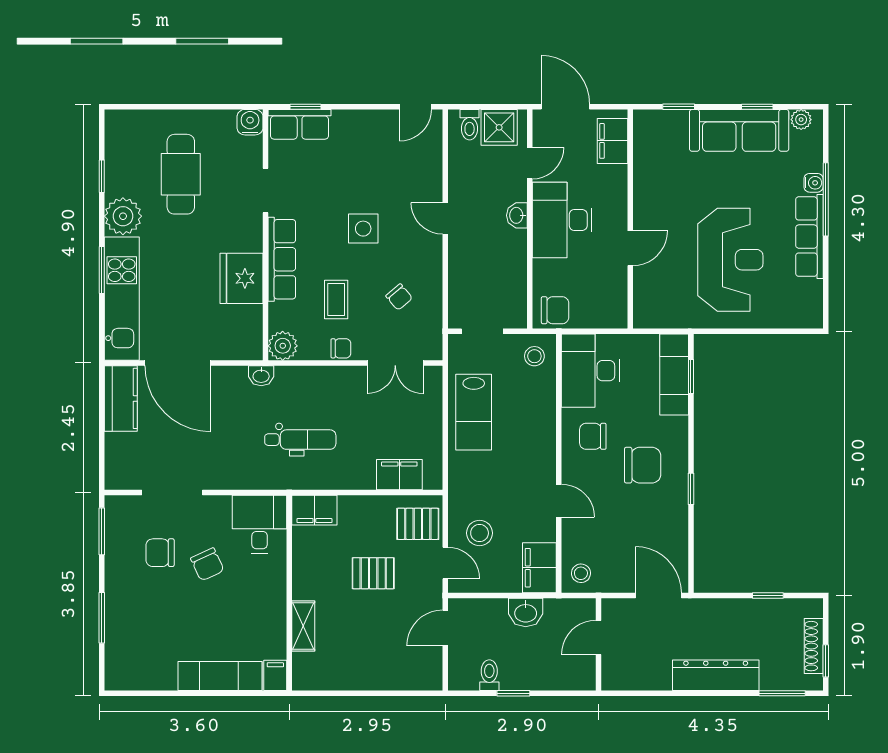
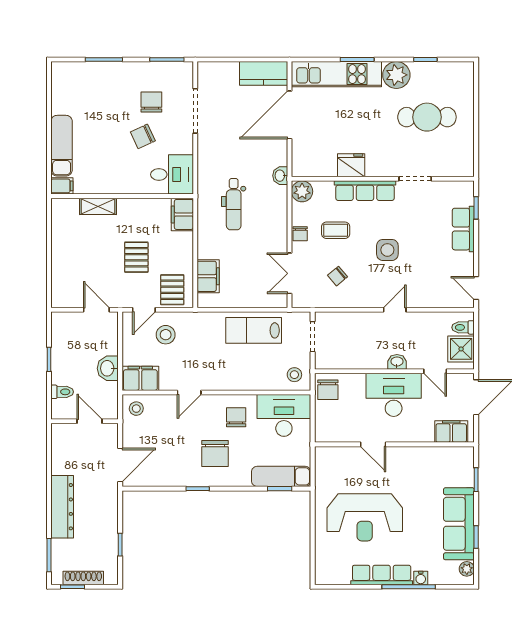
water cooler: (250, 122) -> (465, 168), removed
row of seats: (300, 124) -> (463, 229), moved
fridge: (241, 278) -> (351, 165), width x0.73, depth x0.75
toilet: (489, 675) -> (62, 392), moved

